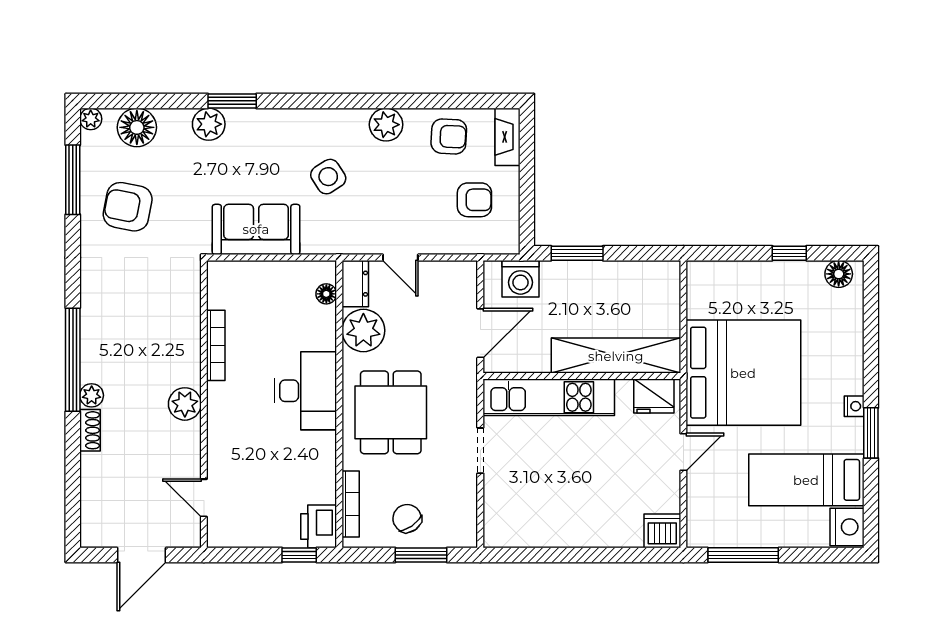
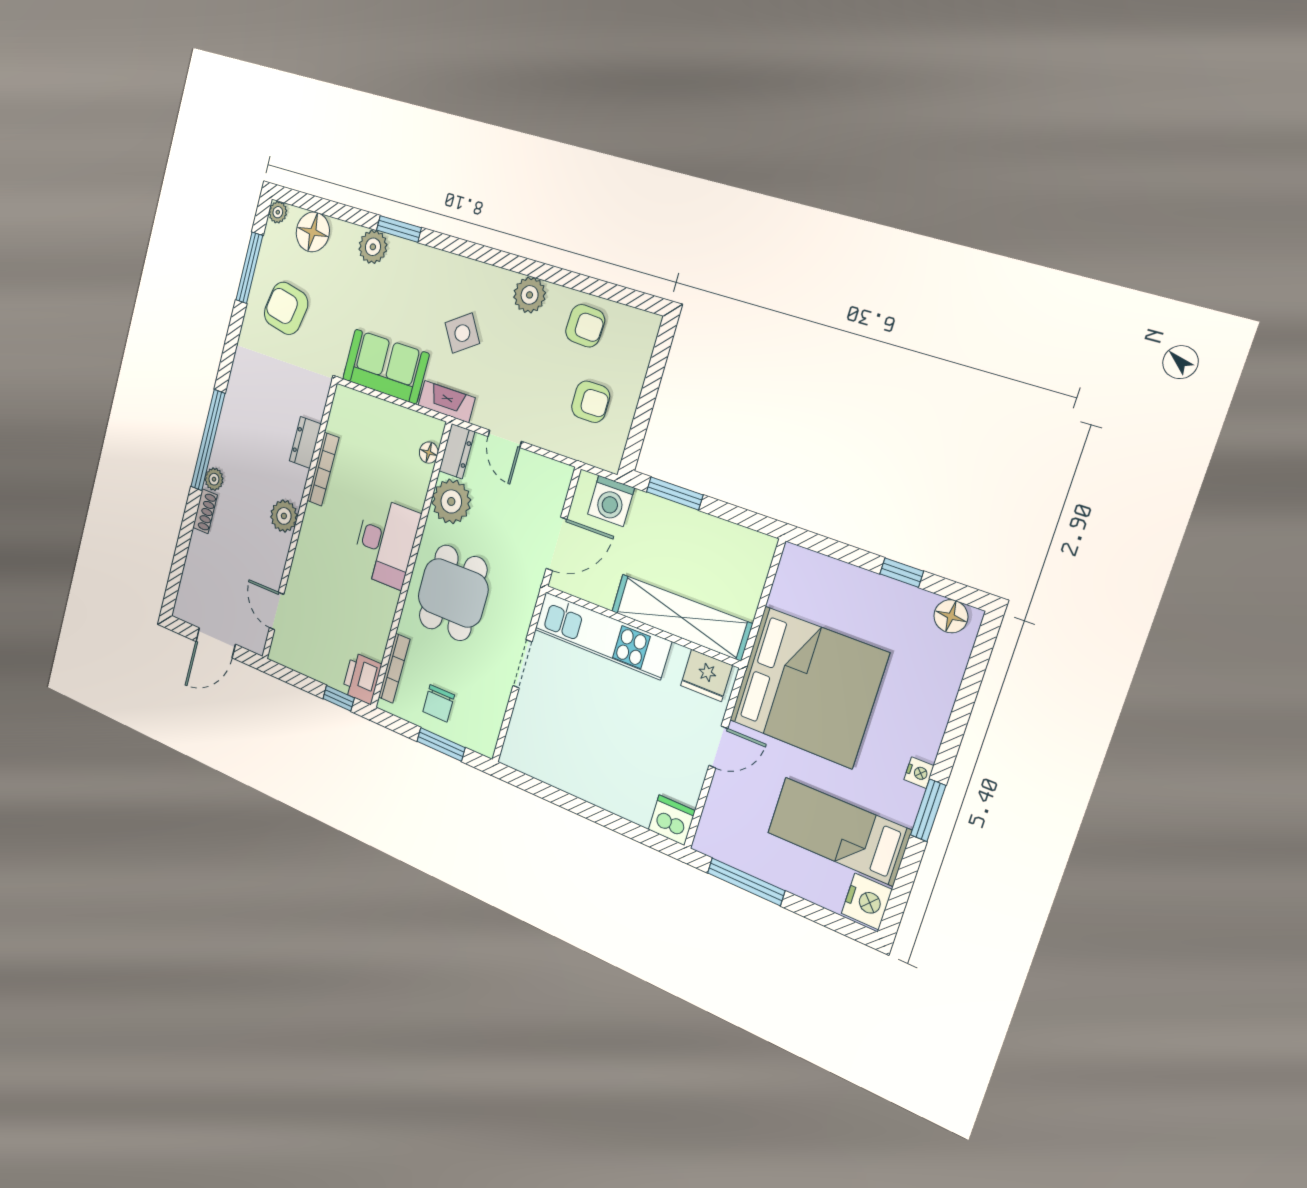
fireplace: (507, 137) -> (447, 402), moved, turned 90
dresser: (188, 327) -> (305, 442), added
chair: (407, 518) -> (439, 703), turned -145

